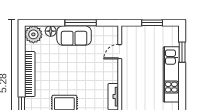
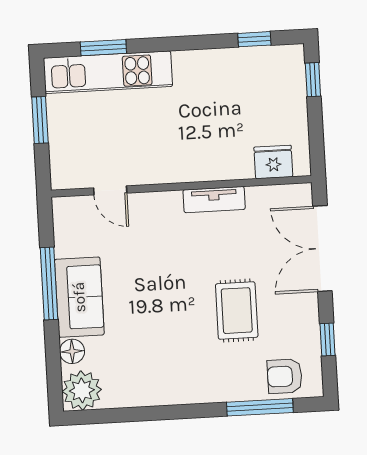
bookcase: (30, 74) -> (173, 394), removed
kitchen unit: (171, 74) -> (108, 72), moved

